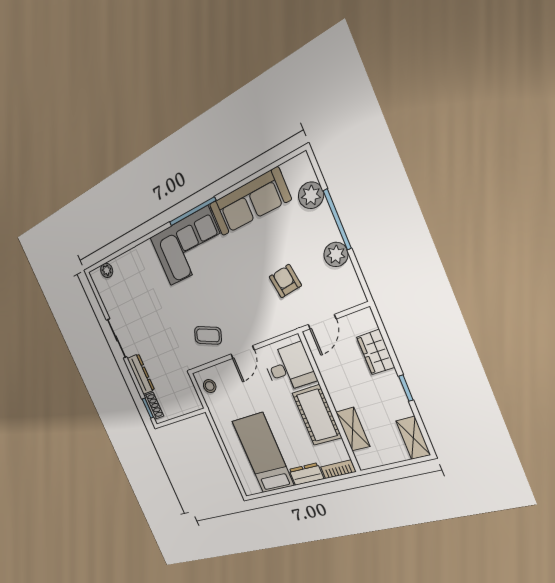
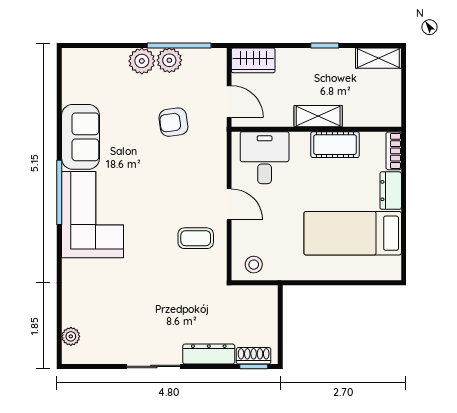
plant: (311, 195) -> (142, 61), moved
sofa: (249, 202) -> (80, 137), width x0.73
window: (337, 219) -> (179, 45), moved
coffee table: (208, 335) -> (196, 238), turned 68
wardrobe: (376, 352) -> (253, 60), moved
cot: (317, 415) -> (335, 145), width x0.73, depth x0.75
shelving: (353, 429) -> (318, 116), moved

